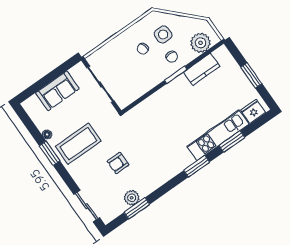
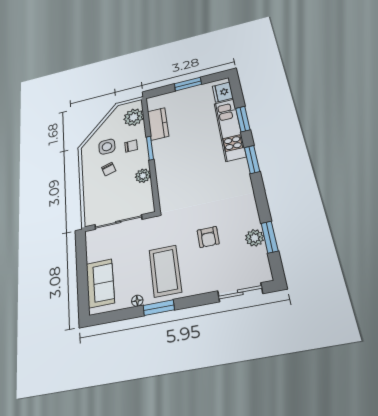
plant: (148, 83) -> (143, 176), added
sofa: (57, 91) -> (100, 283), moved

